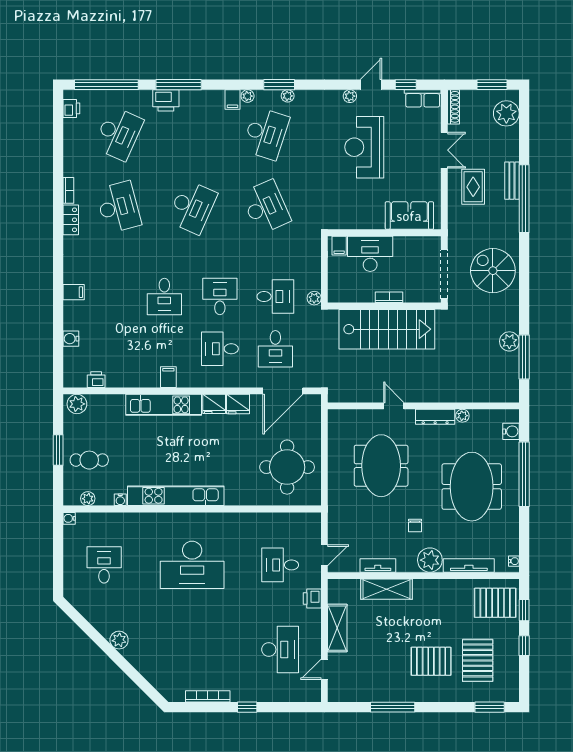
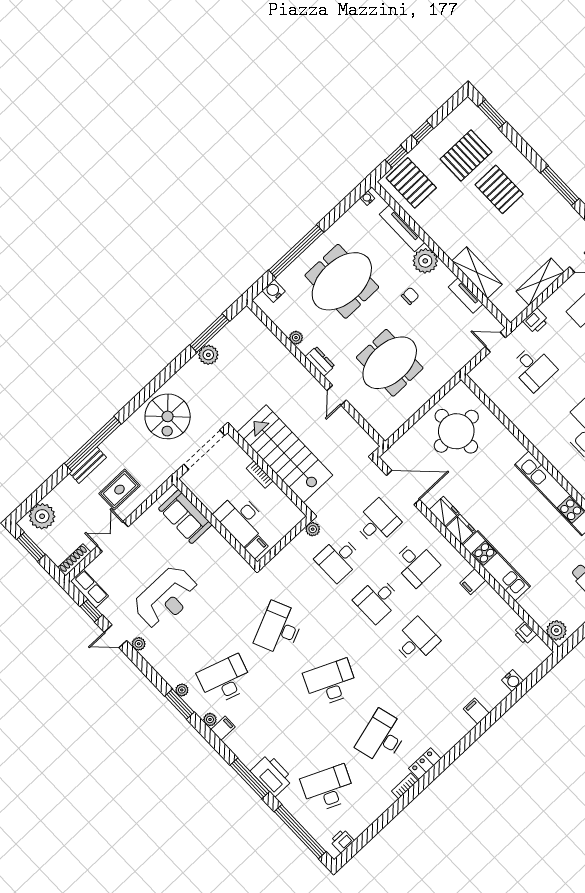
printer: (166, 100) -> (272, 775), width x1.37, depth x1.19
desk: (275, 297) -> (339, 559), turned -90
dresser: (435, 417) -> (320, 361), width x0.70

